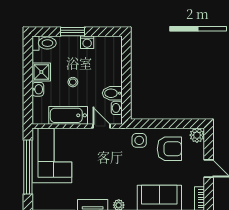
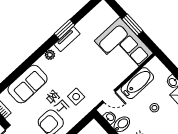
side table: (139, 140) -> (76, 97), moved
window: (28, 167) -> (132, 25), width x0.47

